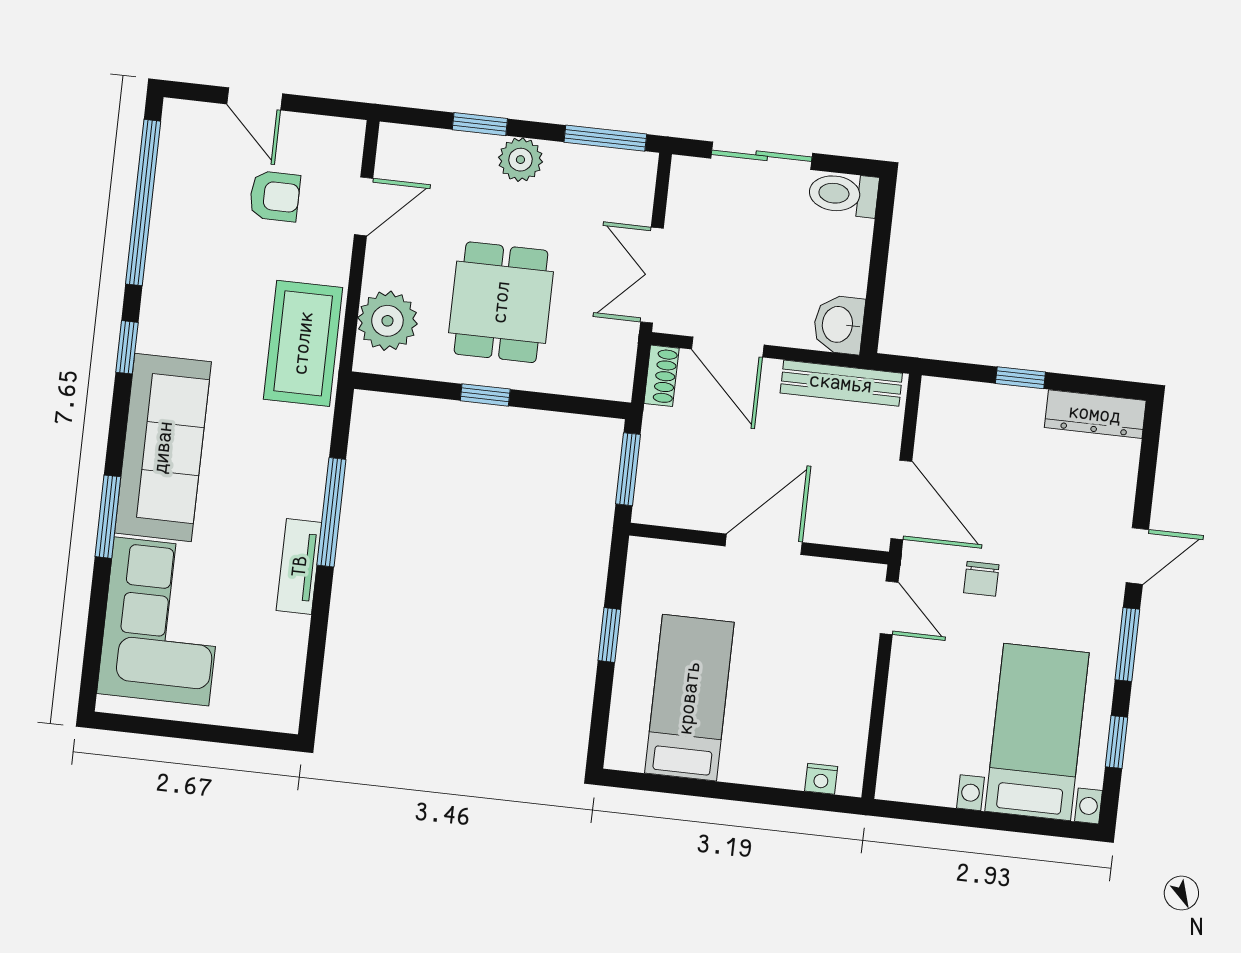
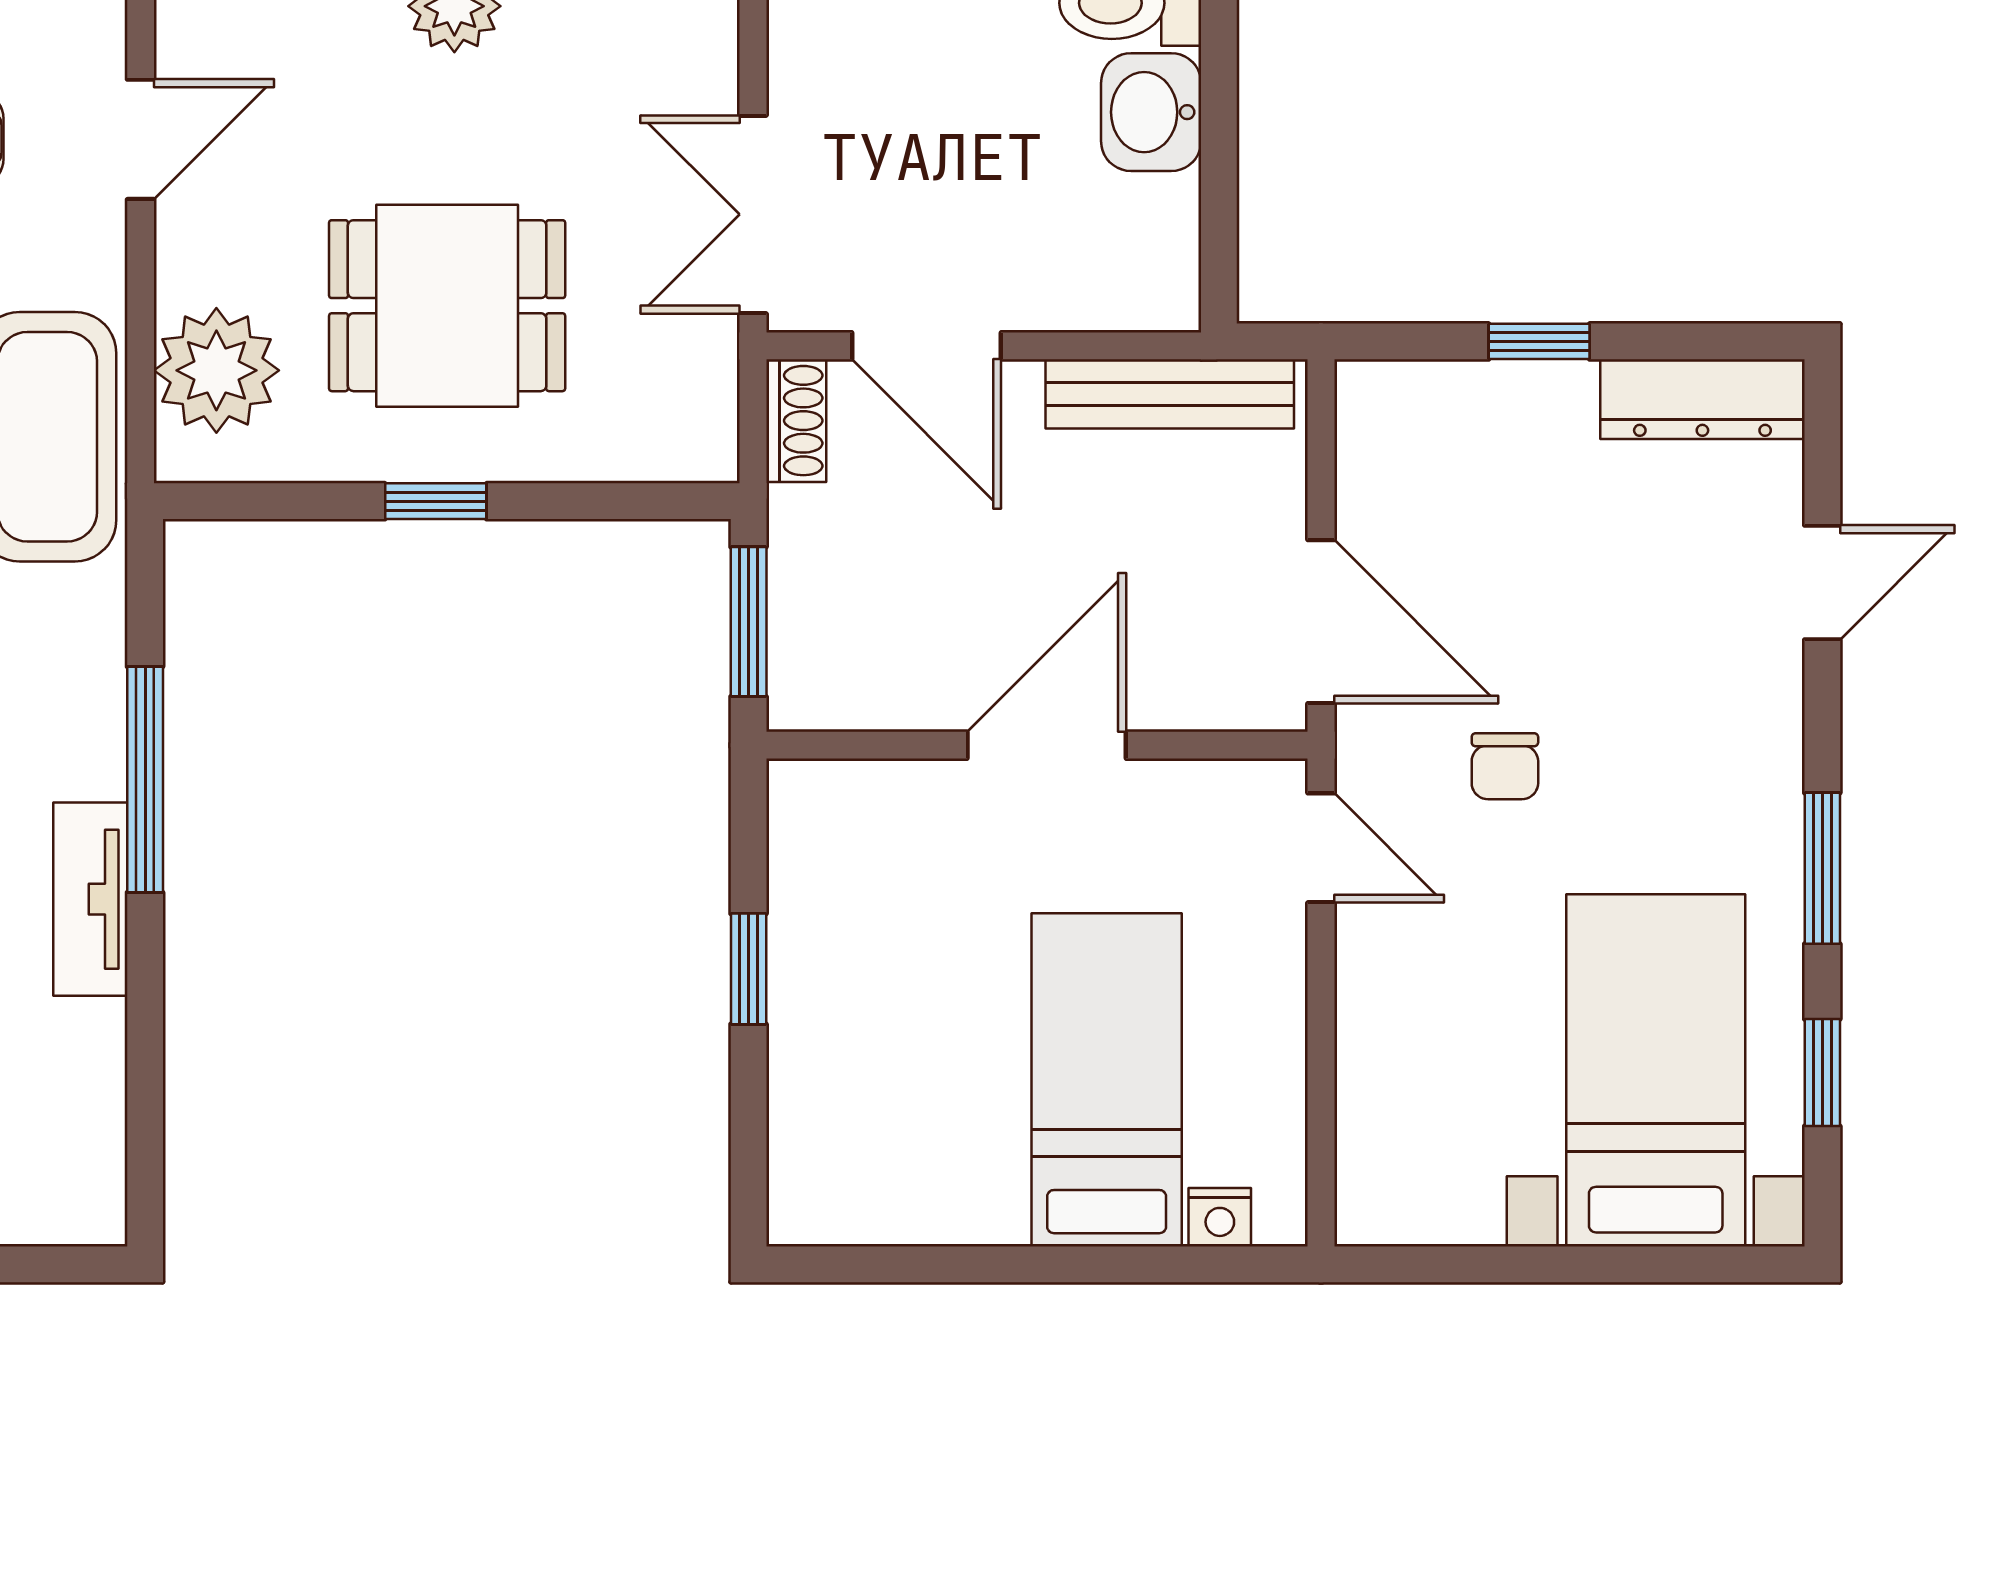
dining table: (501, 302) -> (447, 306), turned 90
washbasin: (839, 325) -> (1151, 112), moved
door: (1137, 556) -> (1822, 582), moved
bed: (689, 698) -> (1107, 1080), moved

